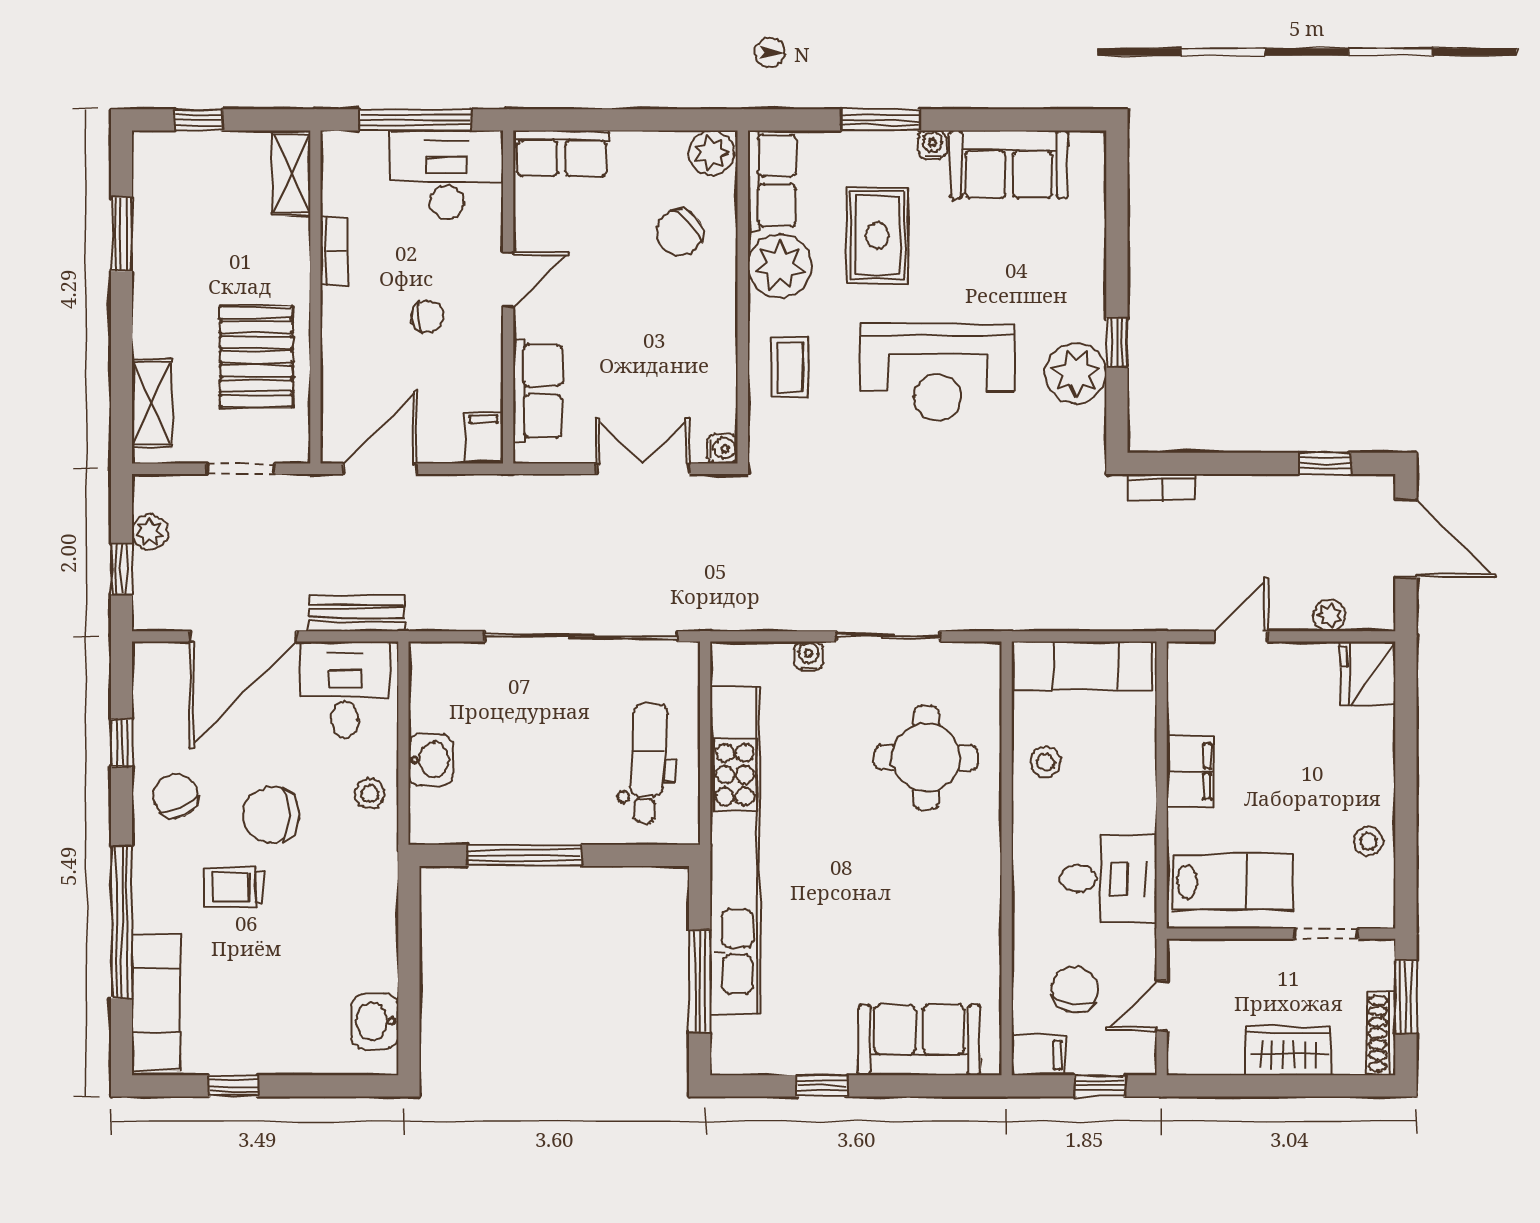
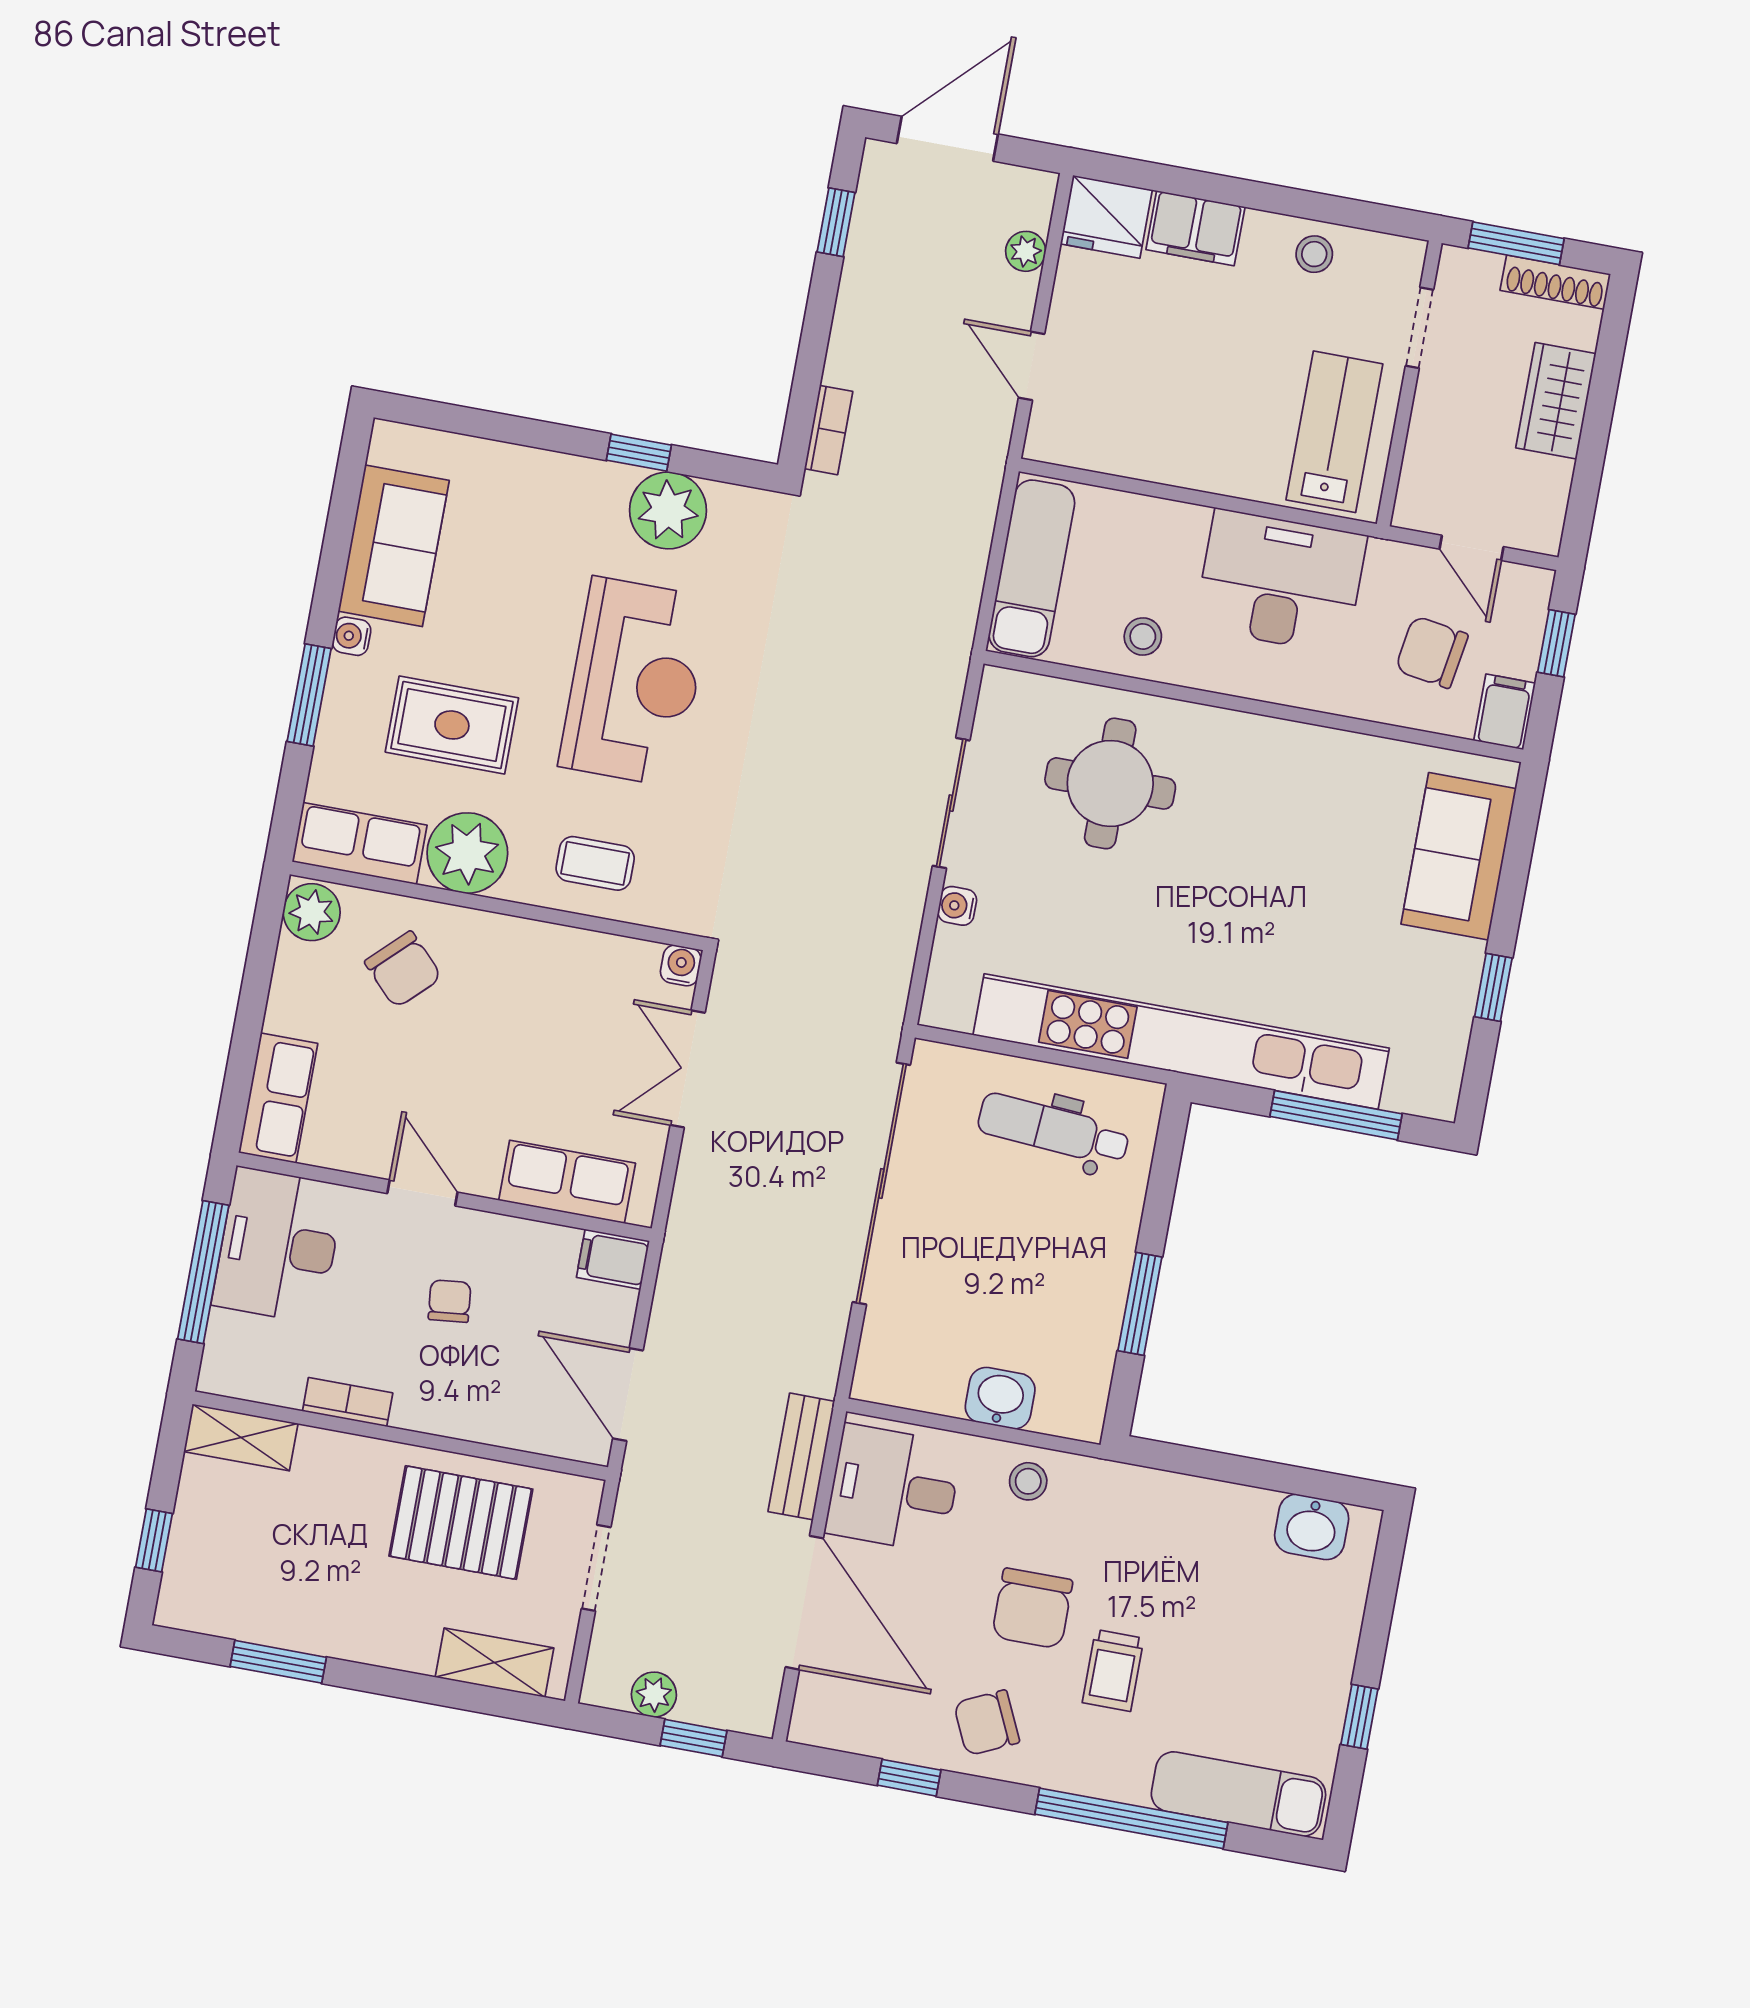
filing cabinet: (1190, 771) -> (1195, 228), moved, turned 180
window: (524, 855) -> (1140, 1304), width x0.69
desk: (1108, 878) -> (1281, 582), width x1.37

